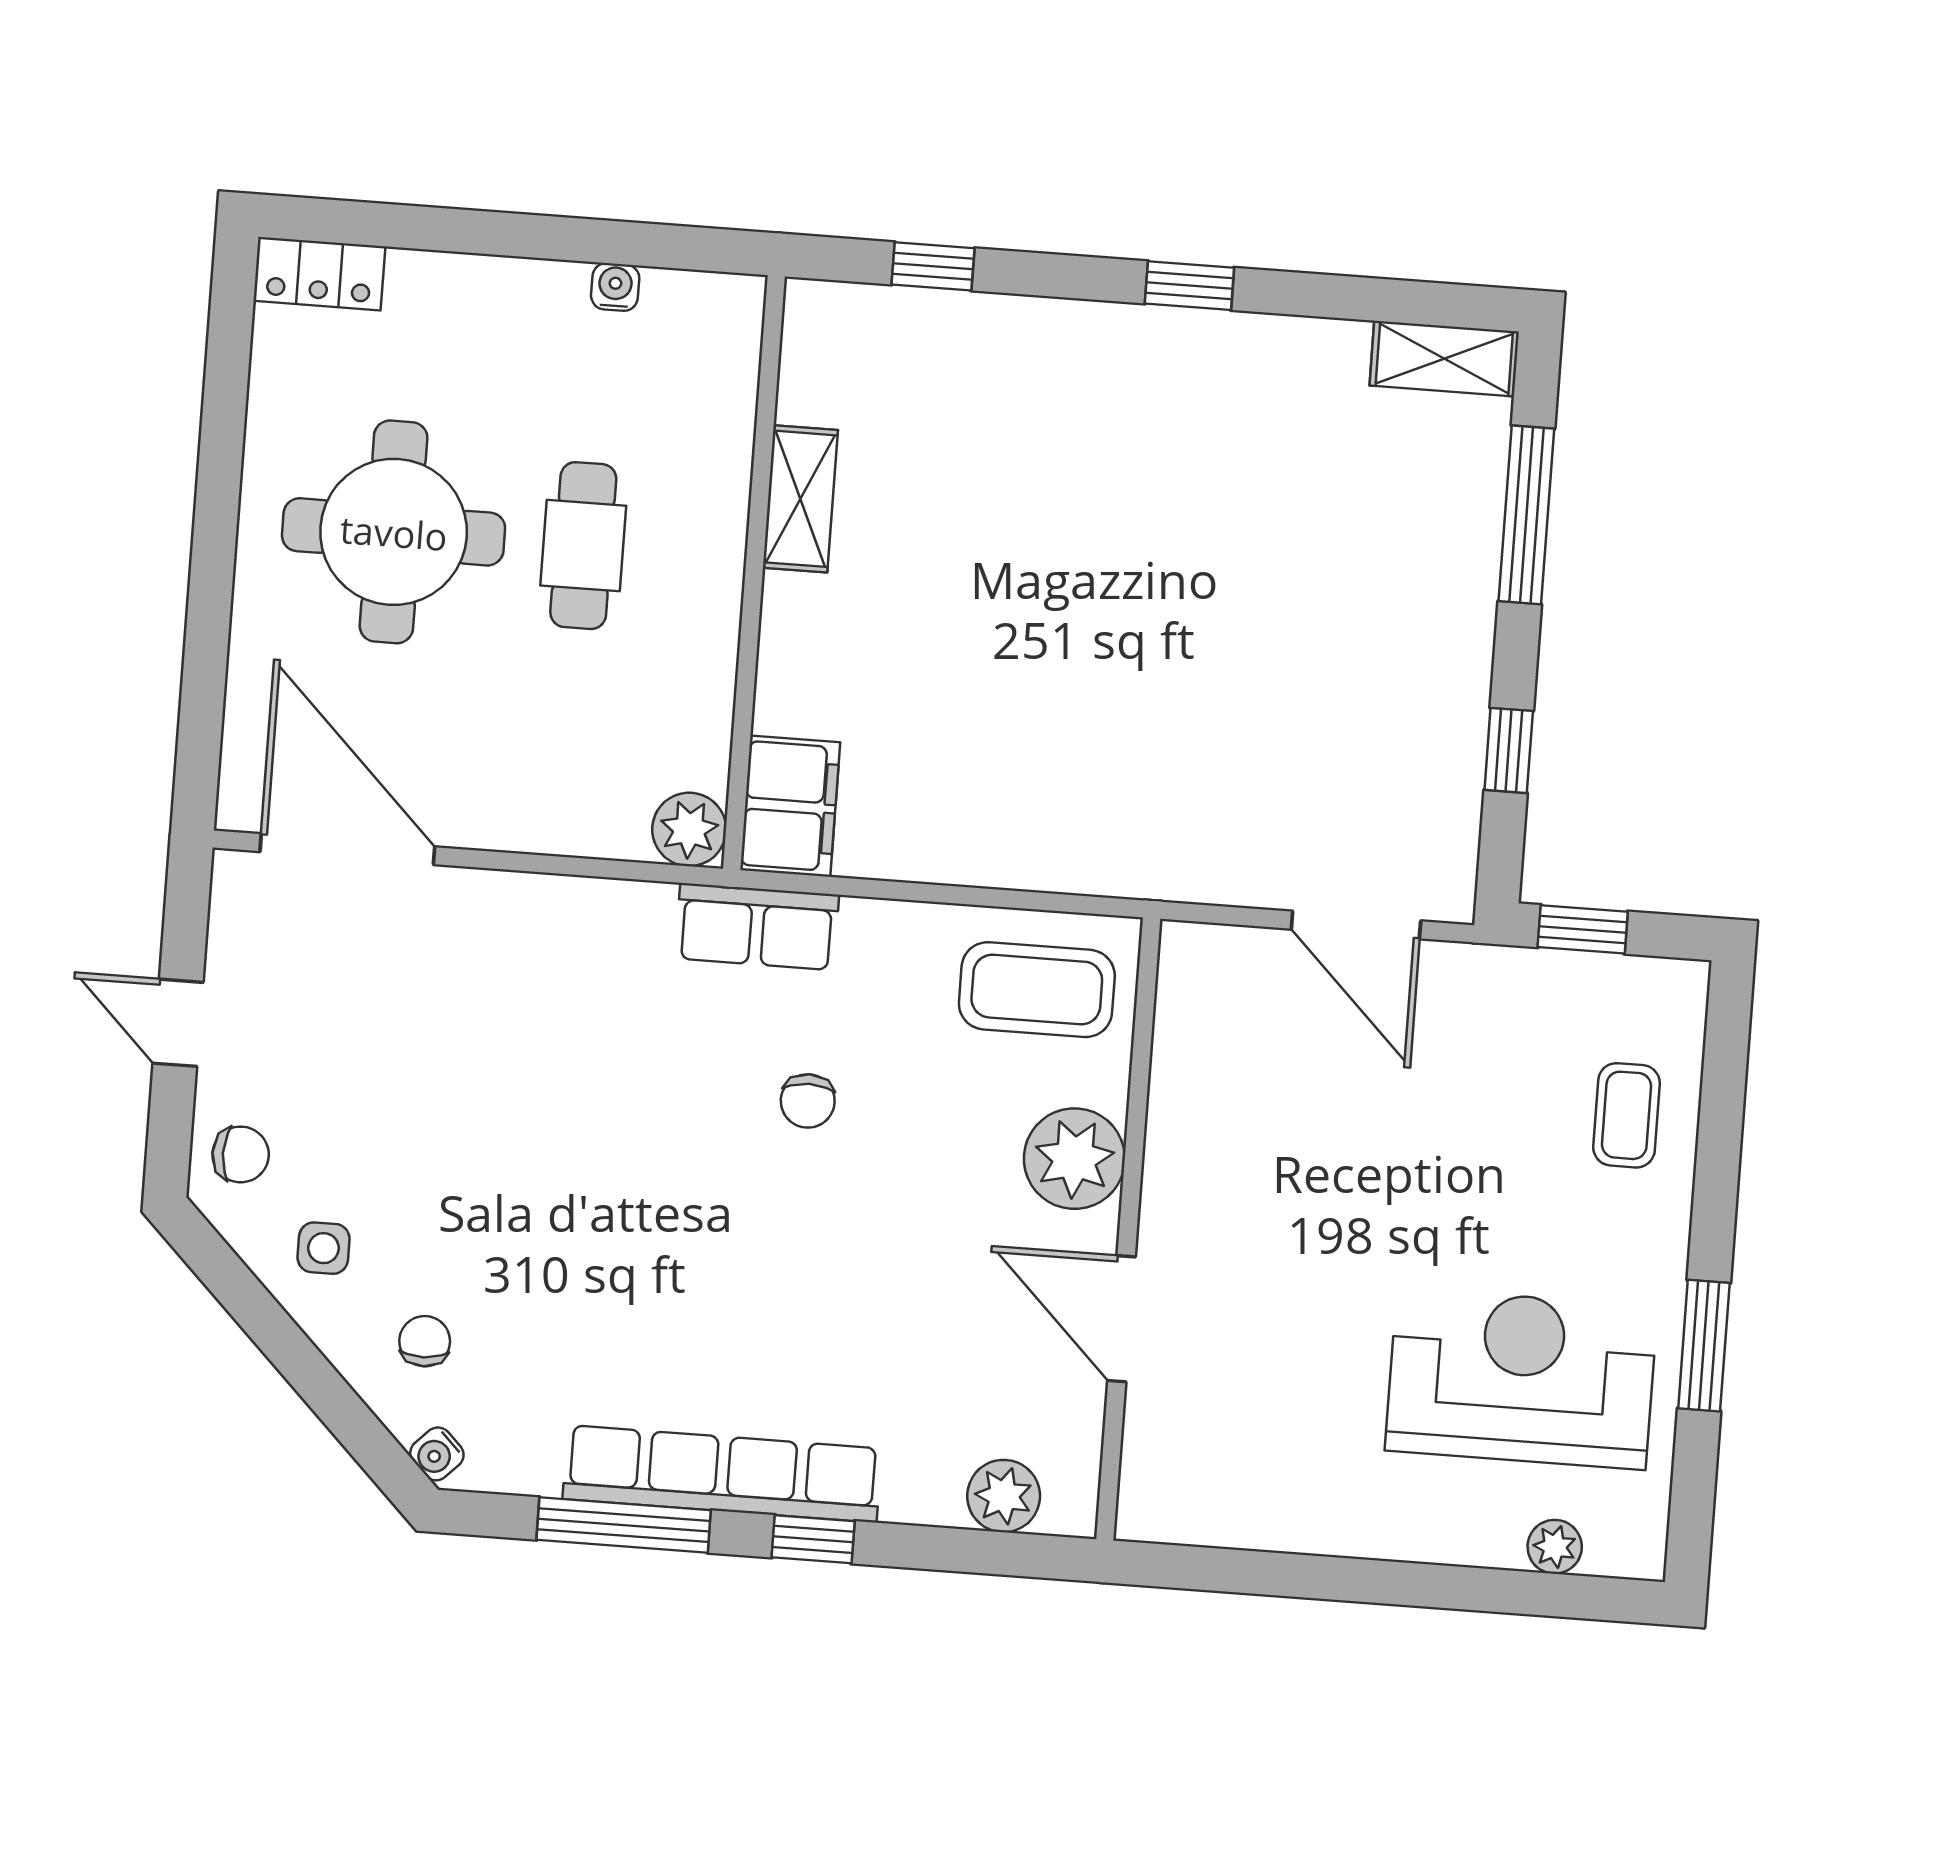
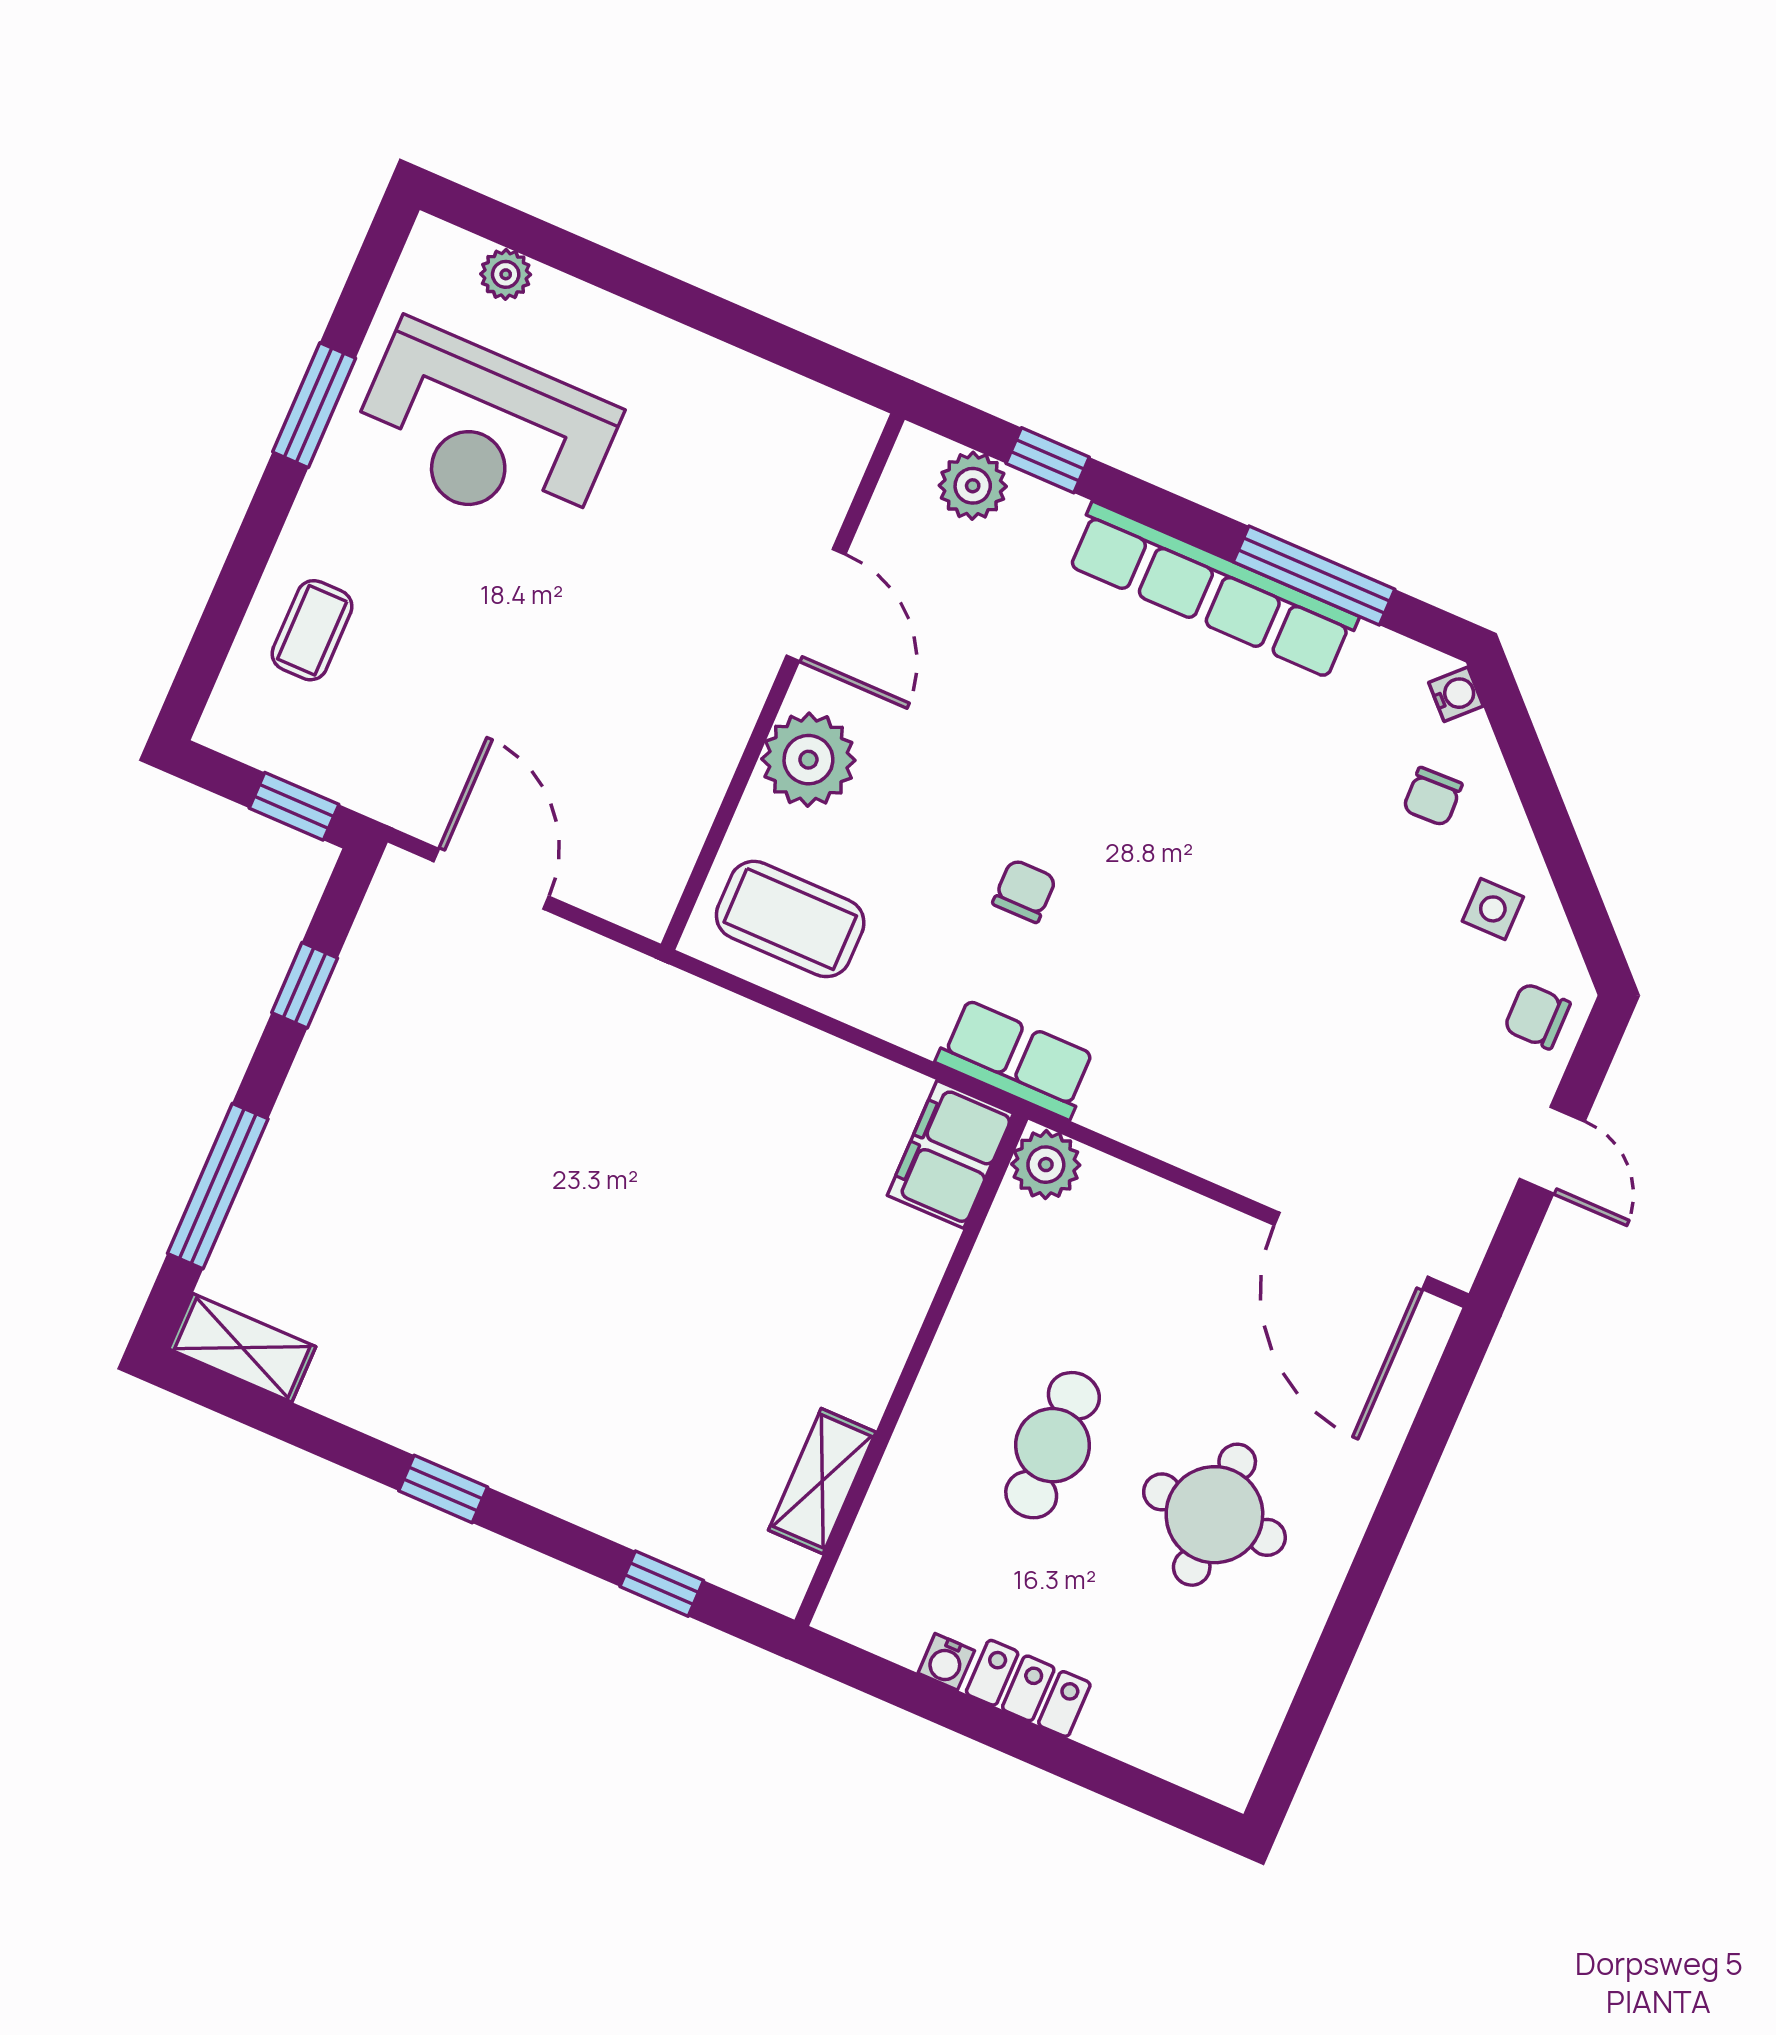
locker: (319, 274) -> (1028, 1688), moved
shelving: (800, 499) -> (822, 1481), moved
round table: (394, 532) -> (1214, 1515), width x0.73, depth x0.73
window: (813, 1539) -> (1048, 460), moved

